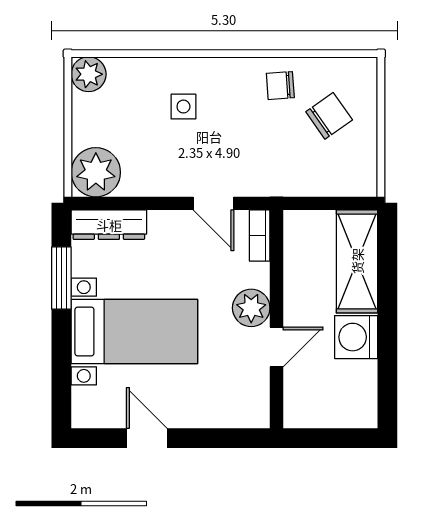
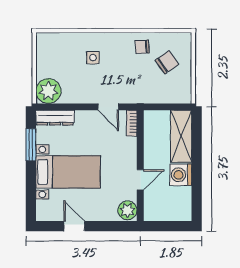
plant: (89, 74) -> (45, 41), removed
plant: (251, 308) -> (127, 210), moved

